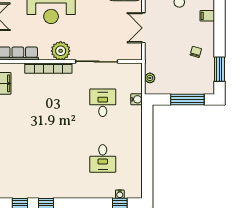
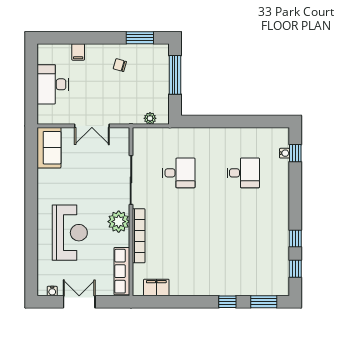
water cooler: (137, 99) -> (175, 134), removed
desk: (103, 103) -> (179, 173), turned 180

